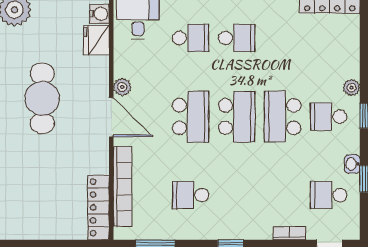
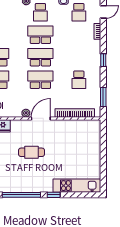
cafe table: (42, 98) -> (31, 152), width x0.73, depth x0.74
school desk: (283, 117) -> (40, 35), turned 180
locker: (98, 207) -> (85, 125), removed

